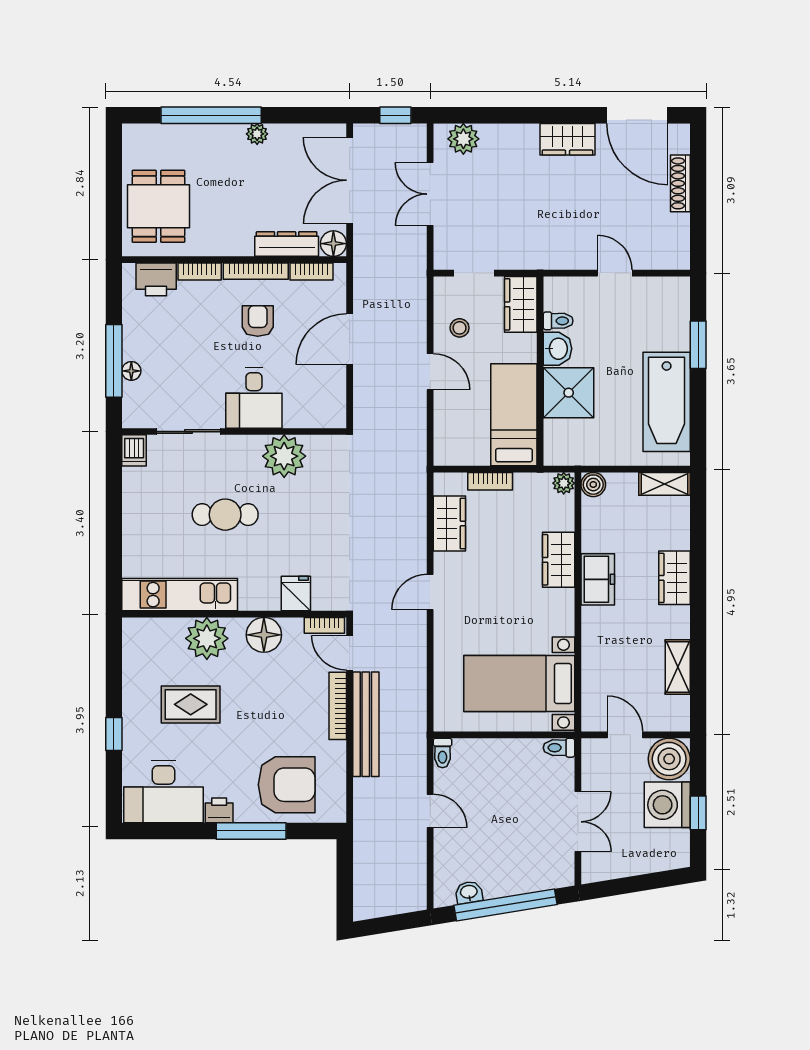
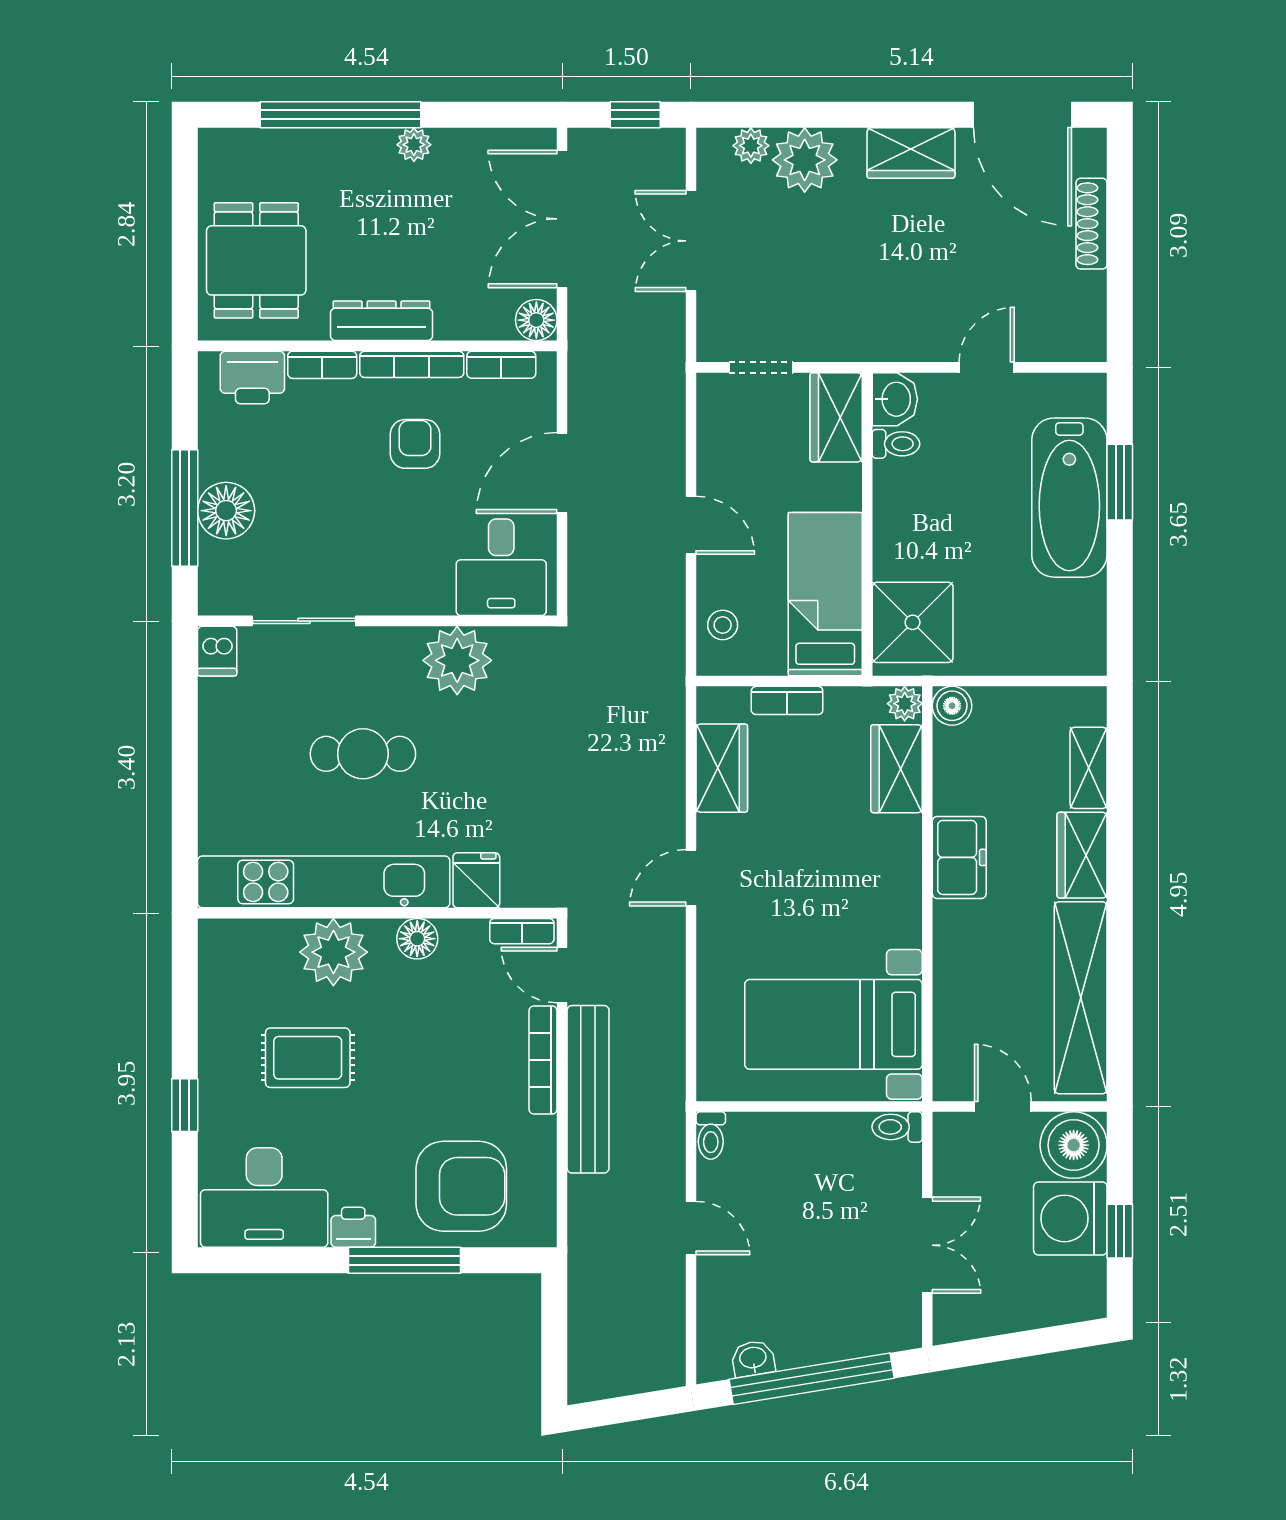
plant: (463, 139) -> (751, 146), width x0.73, depth x0.73
plant: (501, 144) -> (805, 160), added
dresser: (287, 244) -> (382, 321), moved
door: (615, 273) -> (987, 367), hinge flipped
stool: (460, 328) -> (723, 625), moved
washbasin: (558, 349) -> (895, 399), moved
floor lamp: (131, 371) -> (226, 511), width x1.89, depth x1.89
shower: (569, 393) -> (913, 622), moved
desk: (254, 398) -> (501, 567), moved
bathtub: (667, 402) -> (1069, 498), moved
shelving: (664, 484) -> (1089, 768), moved, turned 90
wardrobe: (559, 560) -> (897, 769), moved
kitchen unit: (180, 595) -> (324, 882), width x1.36
floor lamp: (264, 635) -> (417, 939), width x0.73, depth x0.73
shelving: (678, 667) -> (1081, 998), width x2.20, depth x1.33

